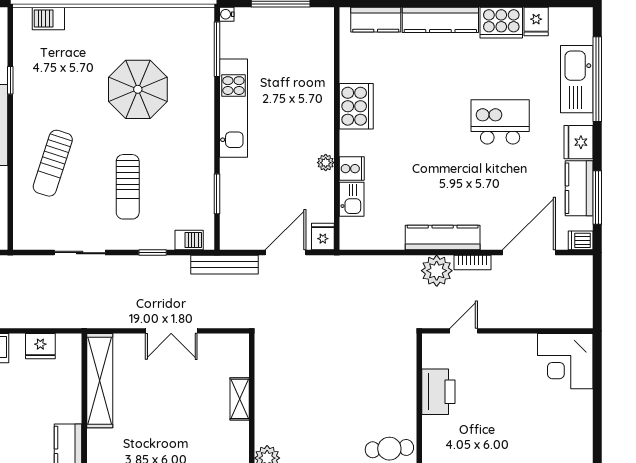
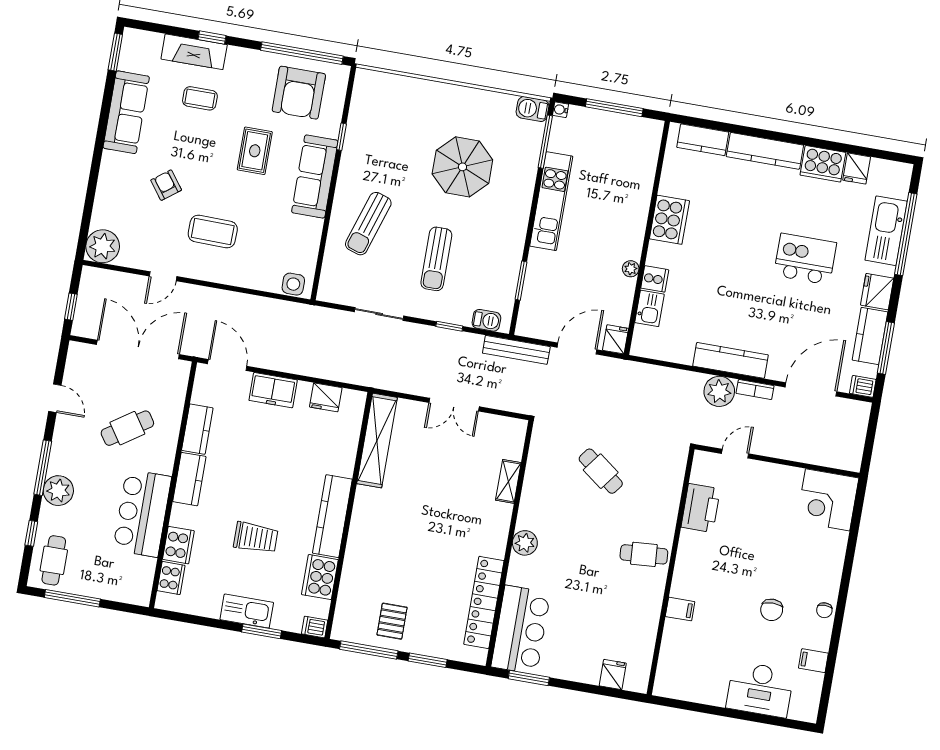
barbecue: (48, 19) -> (533, 109), moved
cafe table: (331, 372) -> (601, 471), added

